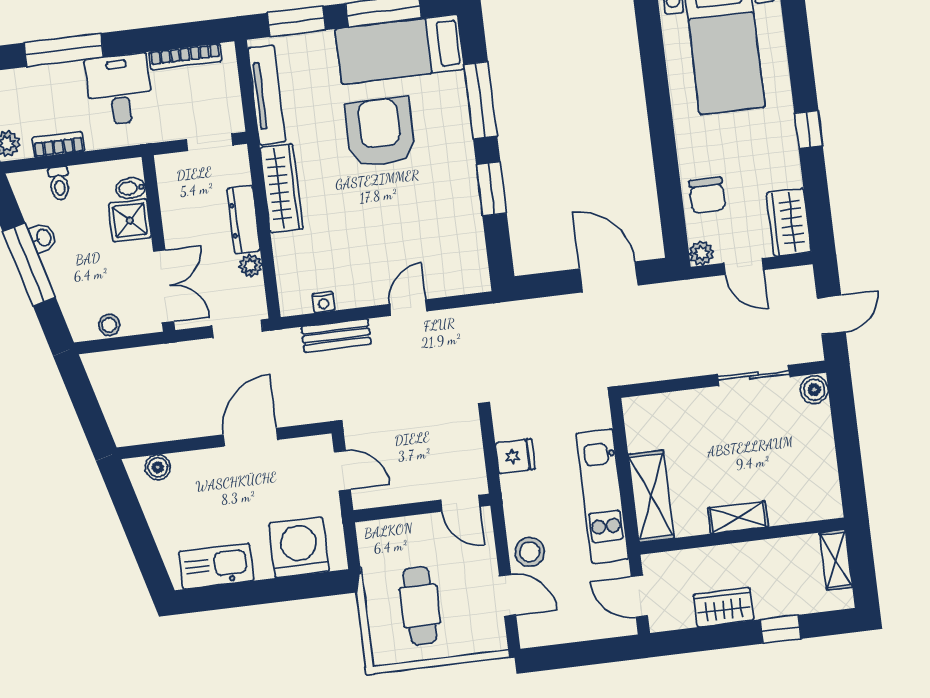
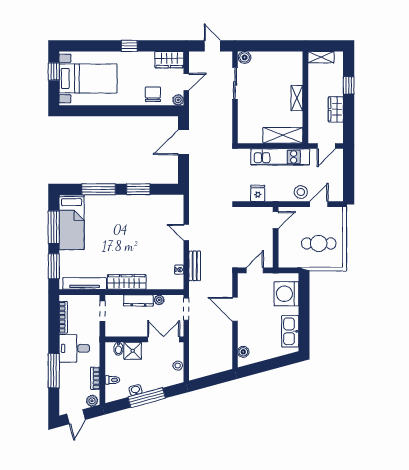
armchair: (380, 132) -> (107, 235), removed
chair: (707, 195) -> (153, 94), turned -90

